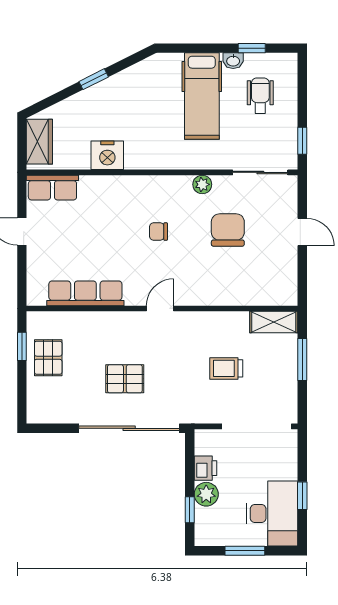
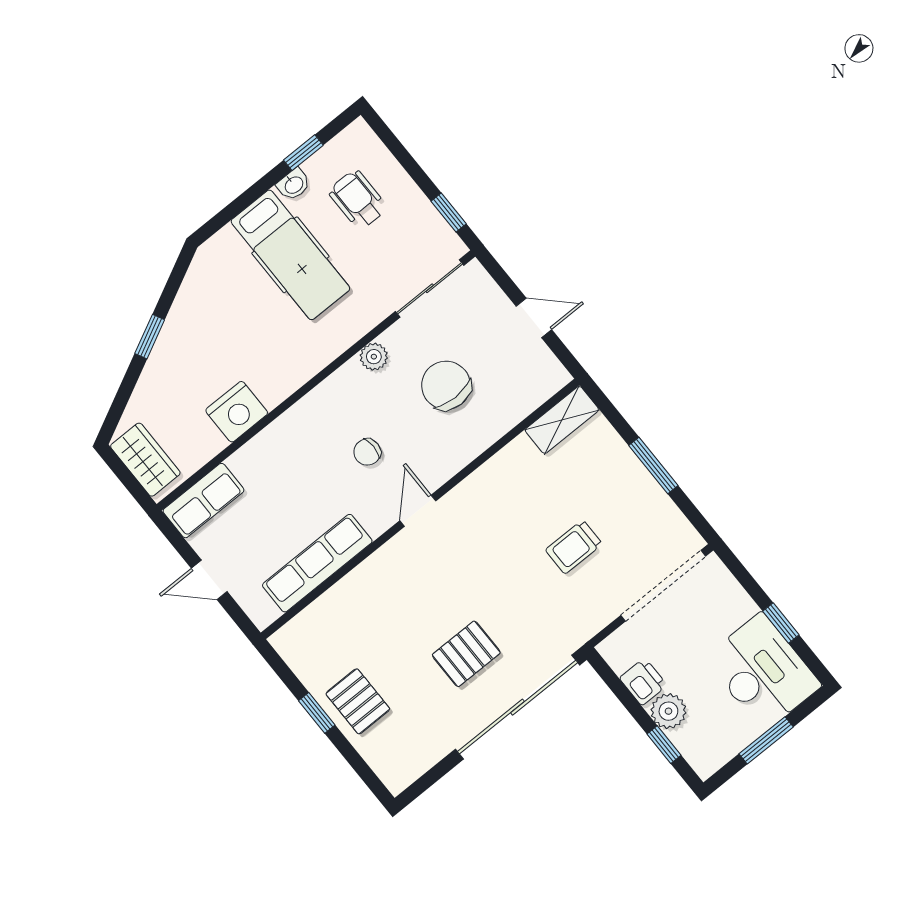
row of seats: (85, 293) -> (317, 563), moved
door: (160, 309) -> (418, 511), moved
wall: (162, 309) -> (420, 509), moved
shelving: (274, 322) -> (562, 420), moved

